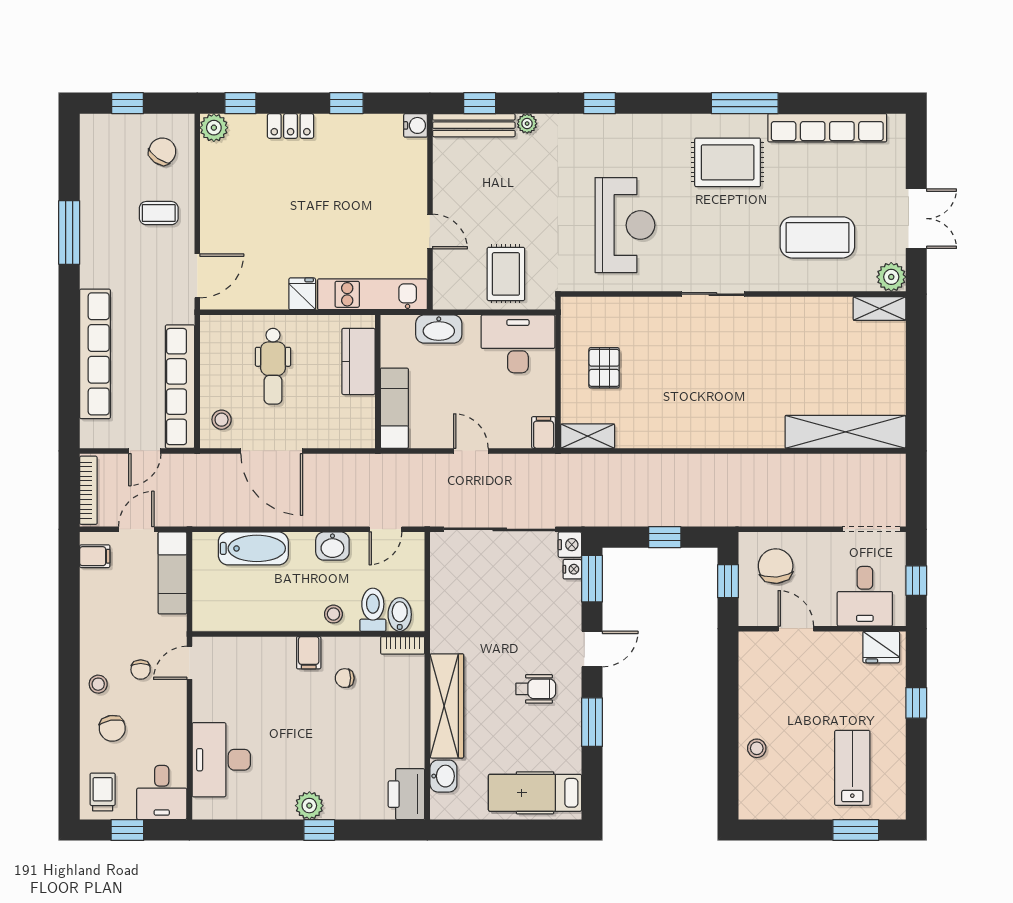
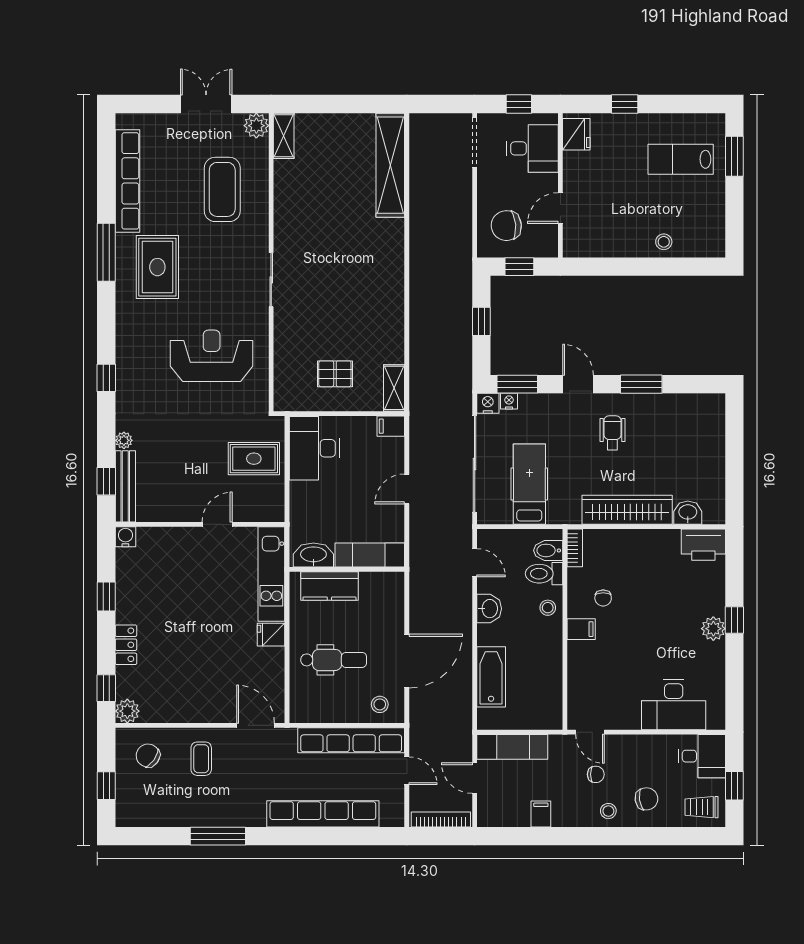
washbasin: (439, 329) -> (313, 555), moved, turned -90
filing cabinet: (95, 556) -> (541, 814), moved
hospital bed: (535, 793) -> (529, 484), moved, turned 180

